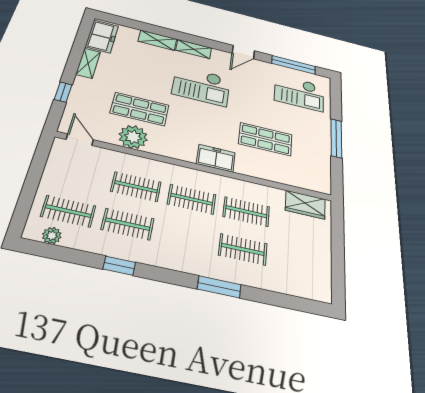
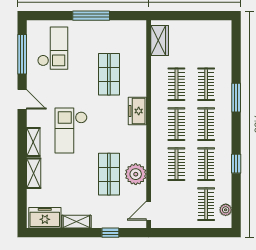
checkout: (201, 86) -> (71, 131), turned 180
clothes rail: (186, 237) -> (206, 124), added

